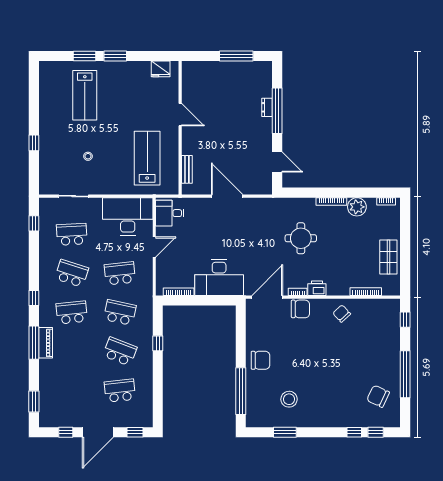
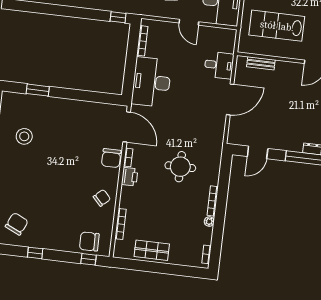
lab bench: (147, 158) -> (277, 26), turned 180
plant: (357, 207) -> (209, 222), width x0.53, depth x0.53
desk: (170, 213) -> (219, 65), moved, turned 90
window: (158, 343) -> (118, 17), moved
chair: (260, 360) -> (89, 242), moved, turned 89
window: (405, 374) -> (35, 253), width x0.32
window: (241, 391) -> (38, 90), width x0.47

